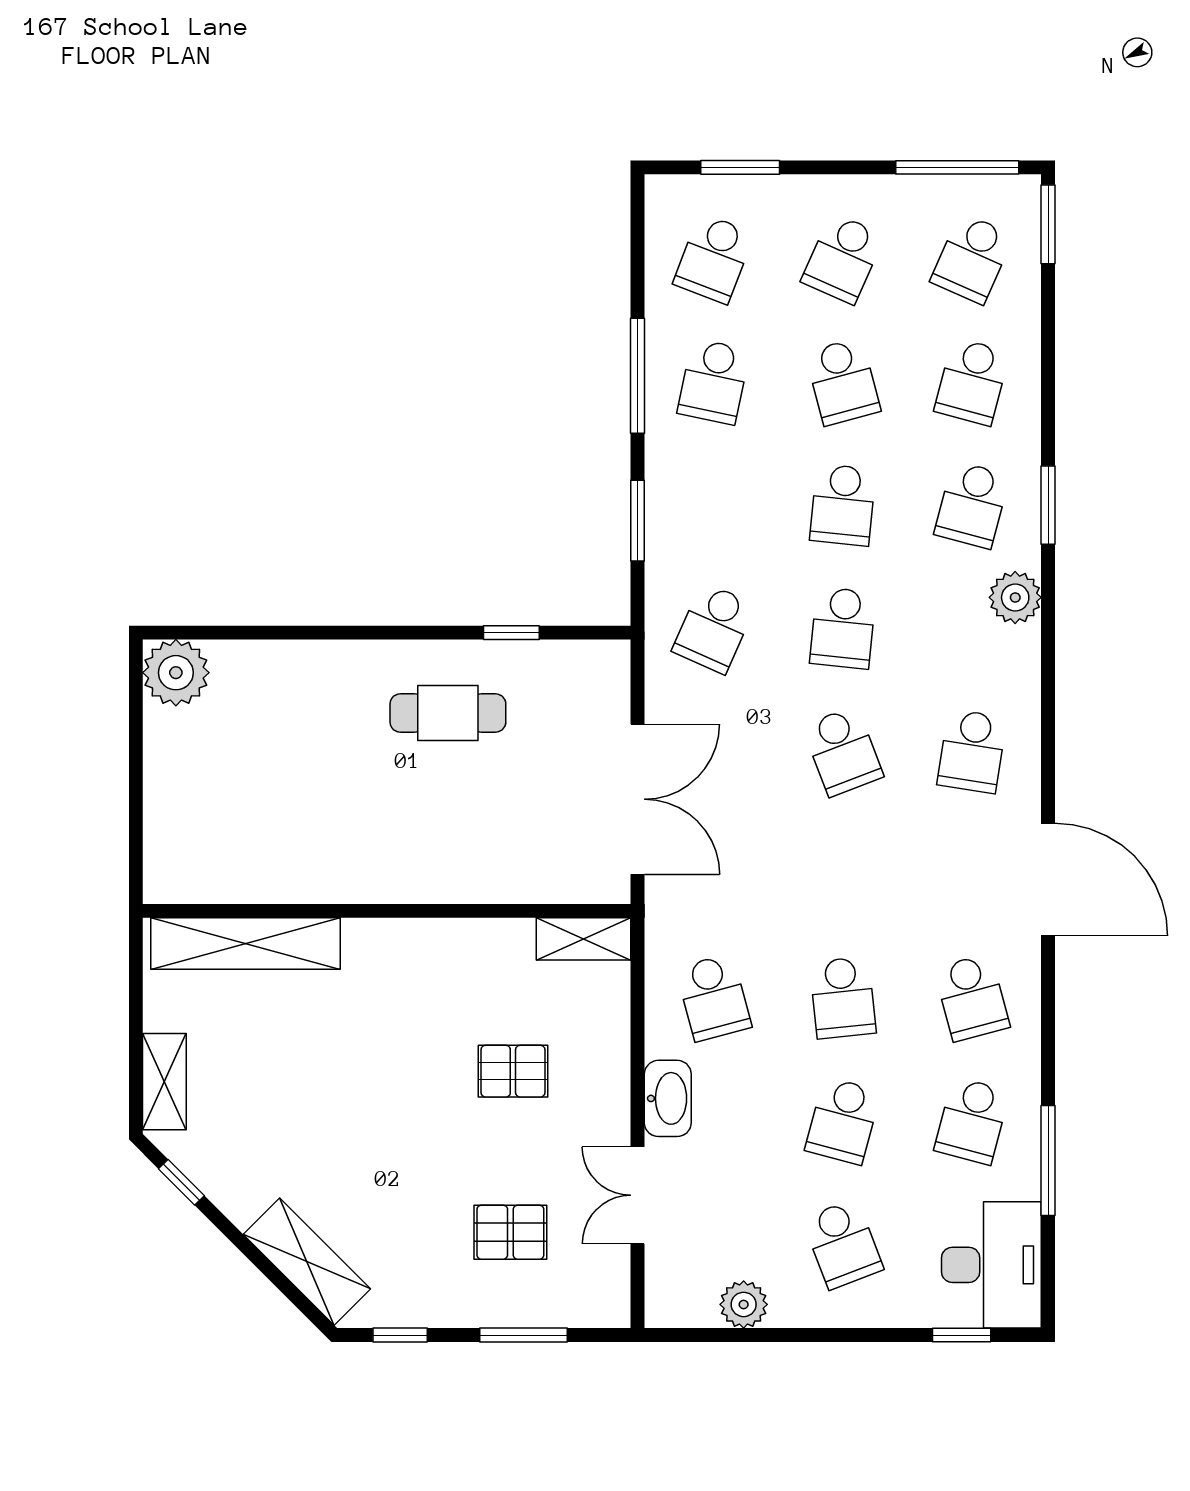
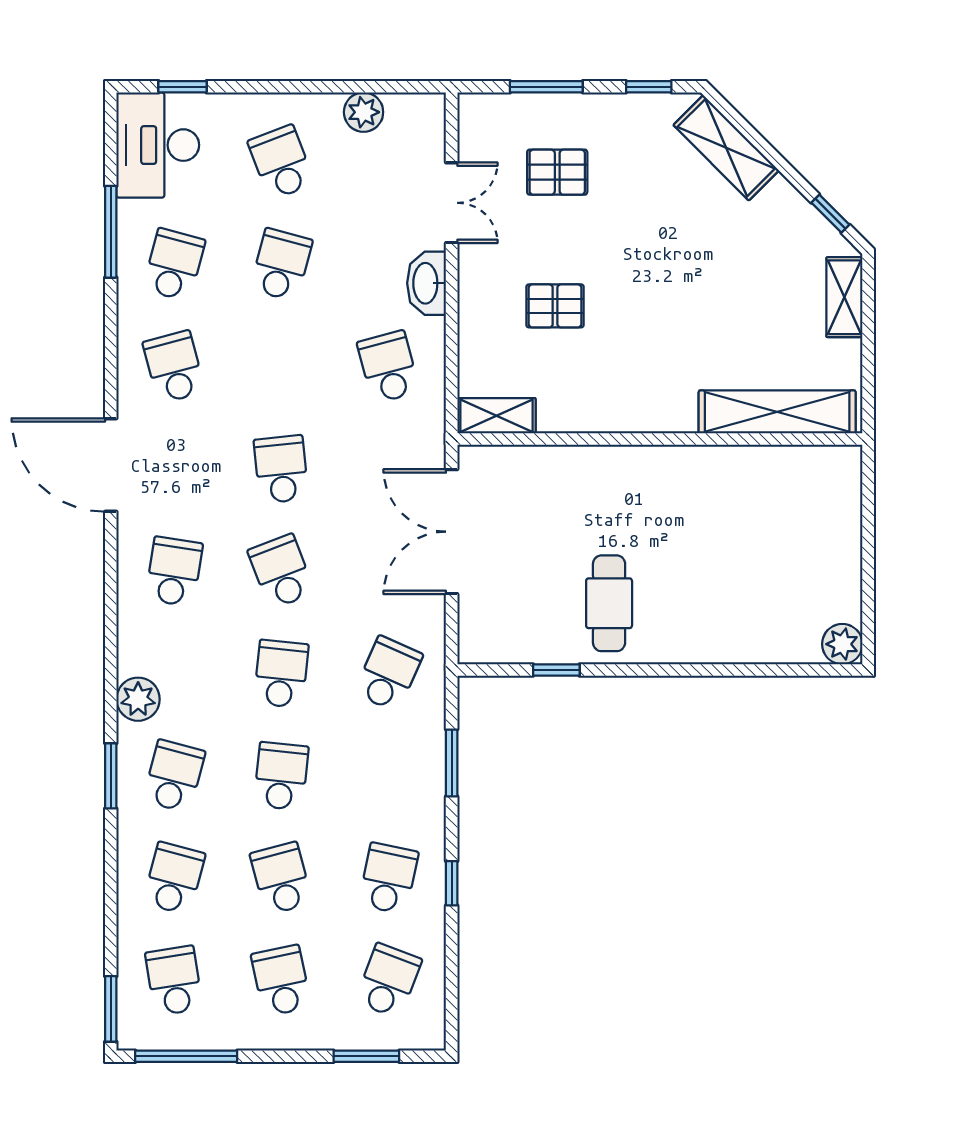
school desk: (843, 258) -> (281, 981), turned -36
school desk: (972, 258) -> (174, 981), turned -33
window: (638, 376) -> (452, 883), width x0.46
plant: (176, 673) -> (842, 644), width x0.73, depth x0.73
cafe table: (448, 713) -> (609, 603), turned 90
school desk: (843, 998) -> (281, 469), moved

